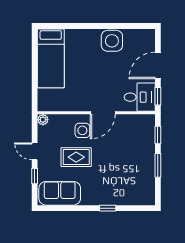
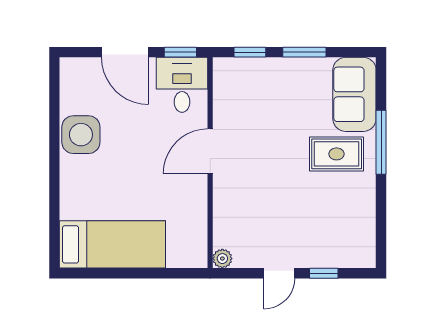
door: (103, 113) -> (210, 151), swing flipped
side table: (82, 130) -> (242, 188), removed
rug: (76, 157) -> (337, 154), moved, turned 90
sofa: (60, 193) -> (354, 94), moved
window: (108, 208) -> (381, 142), width x2.17

